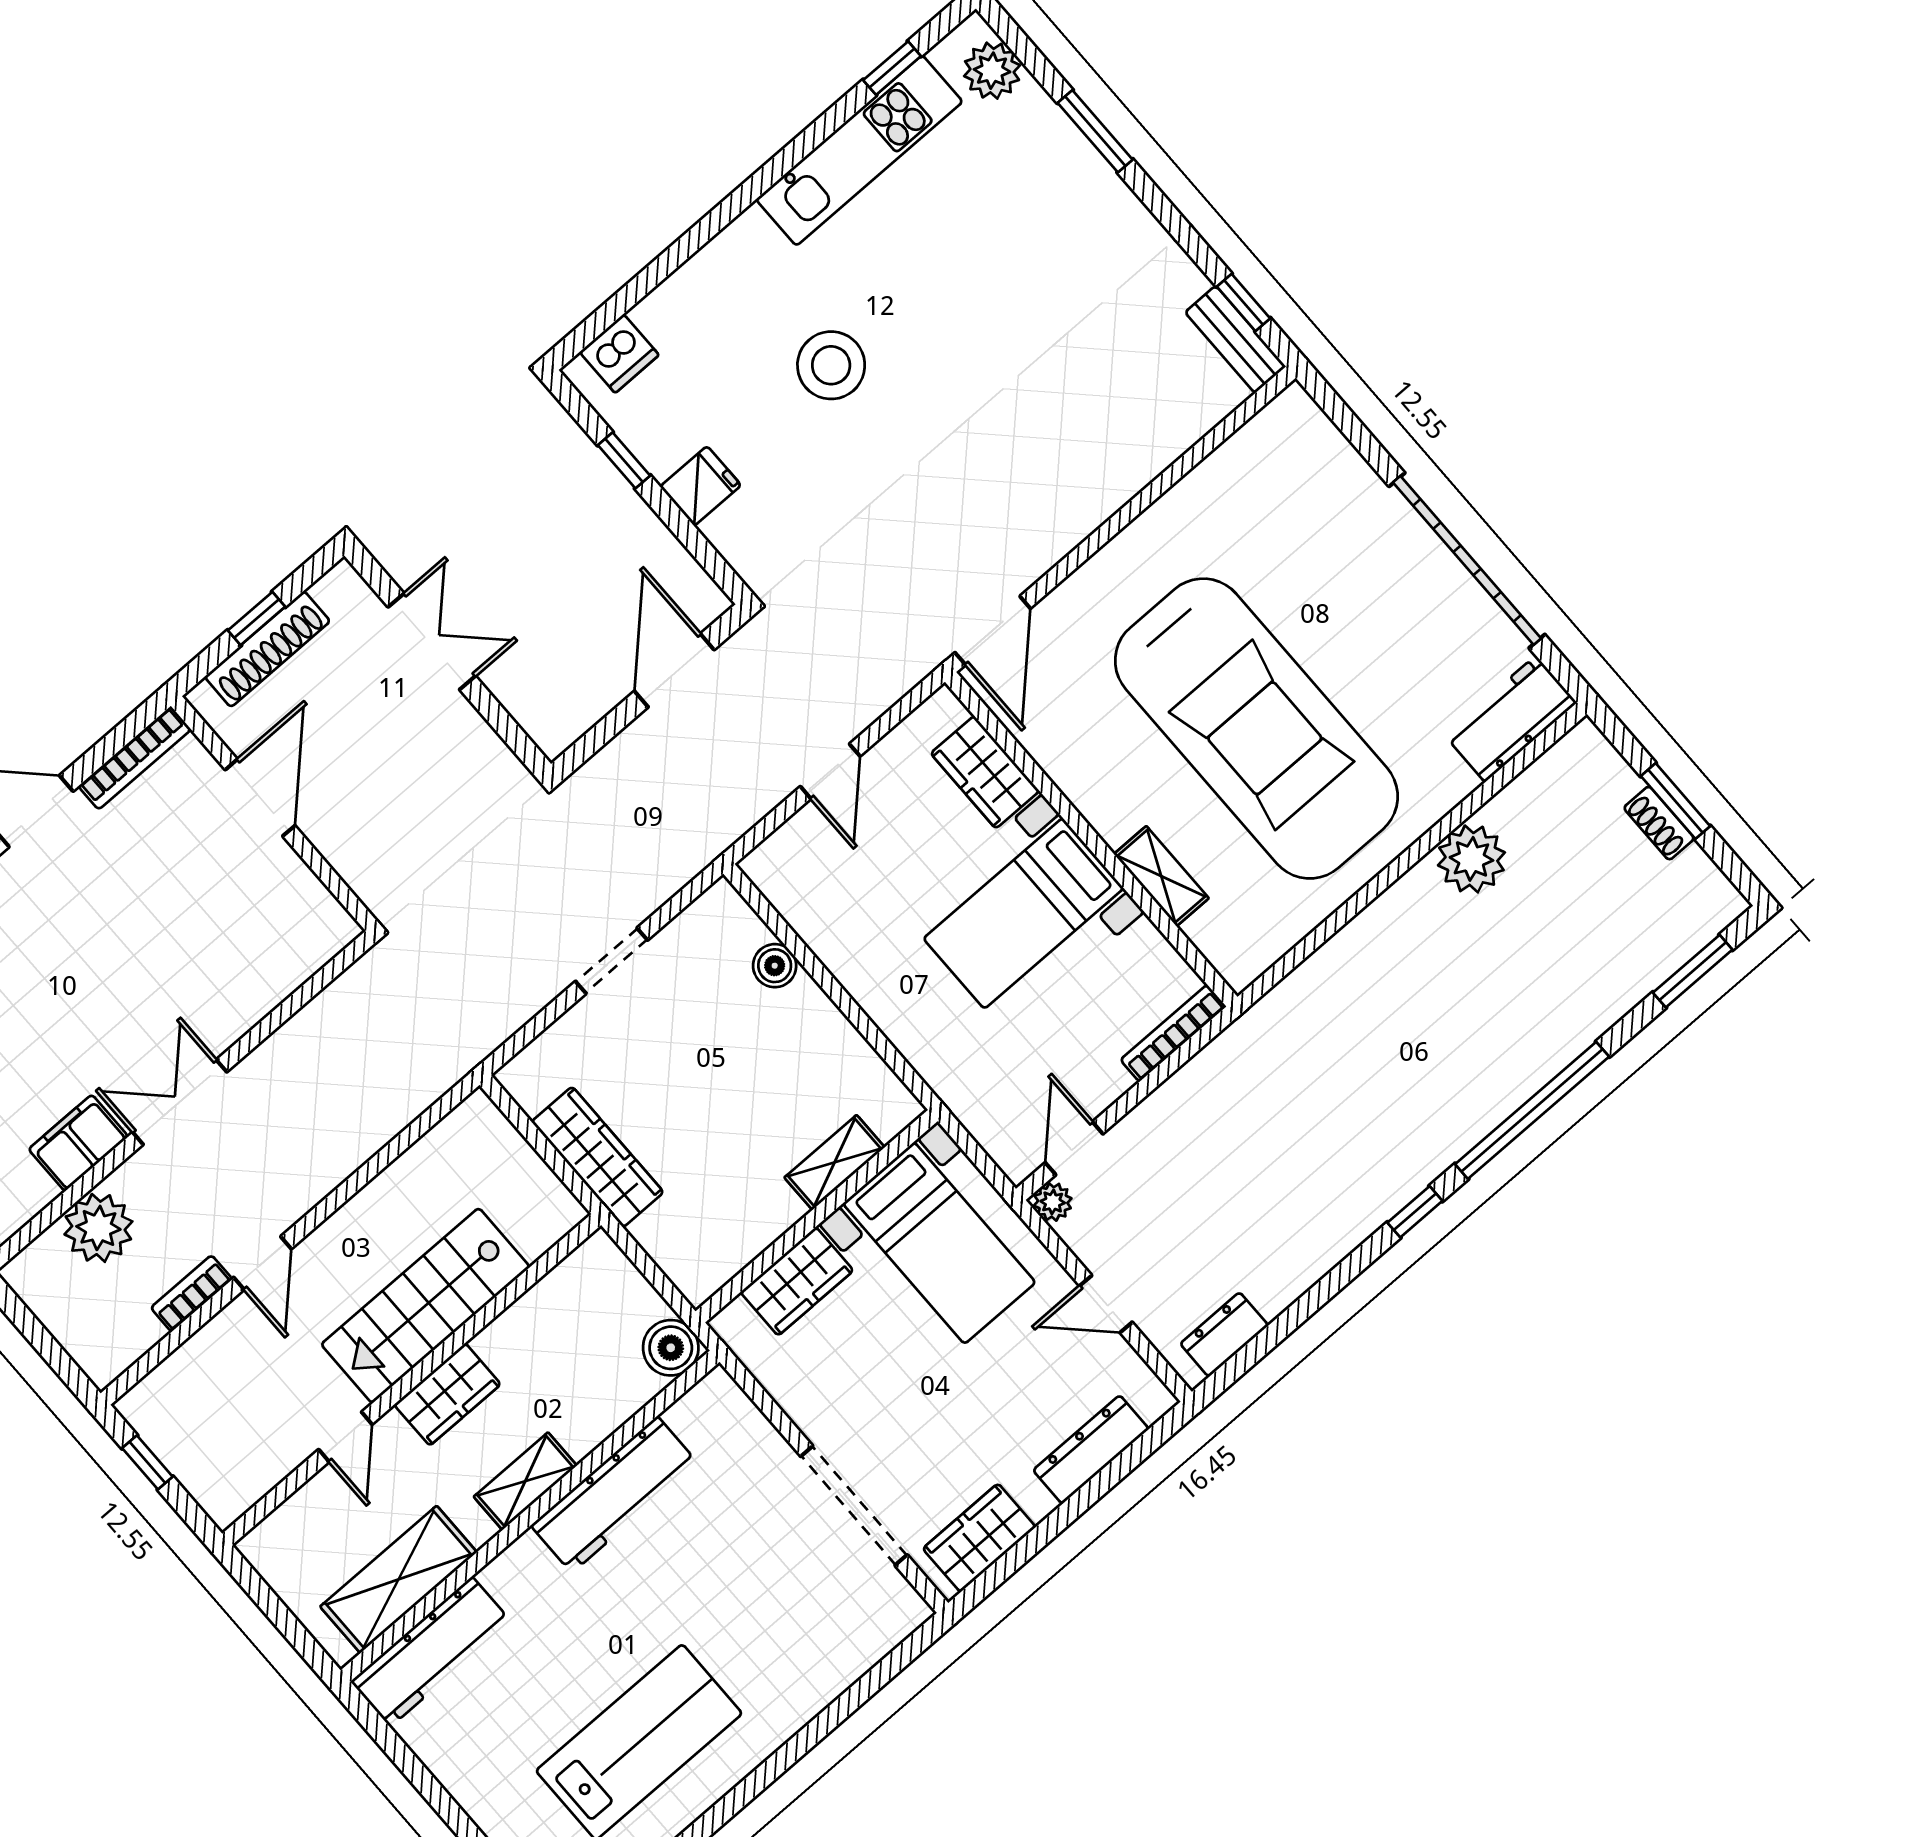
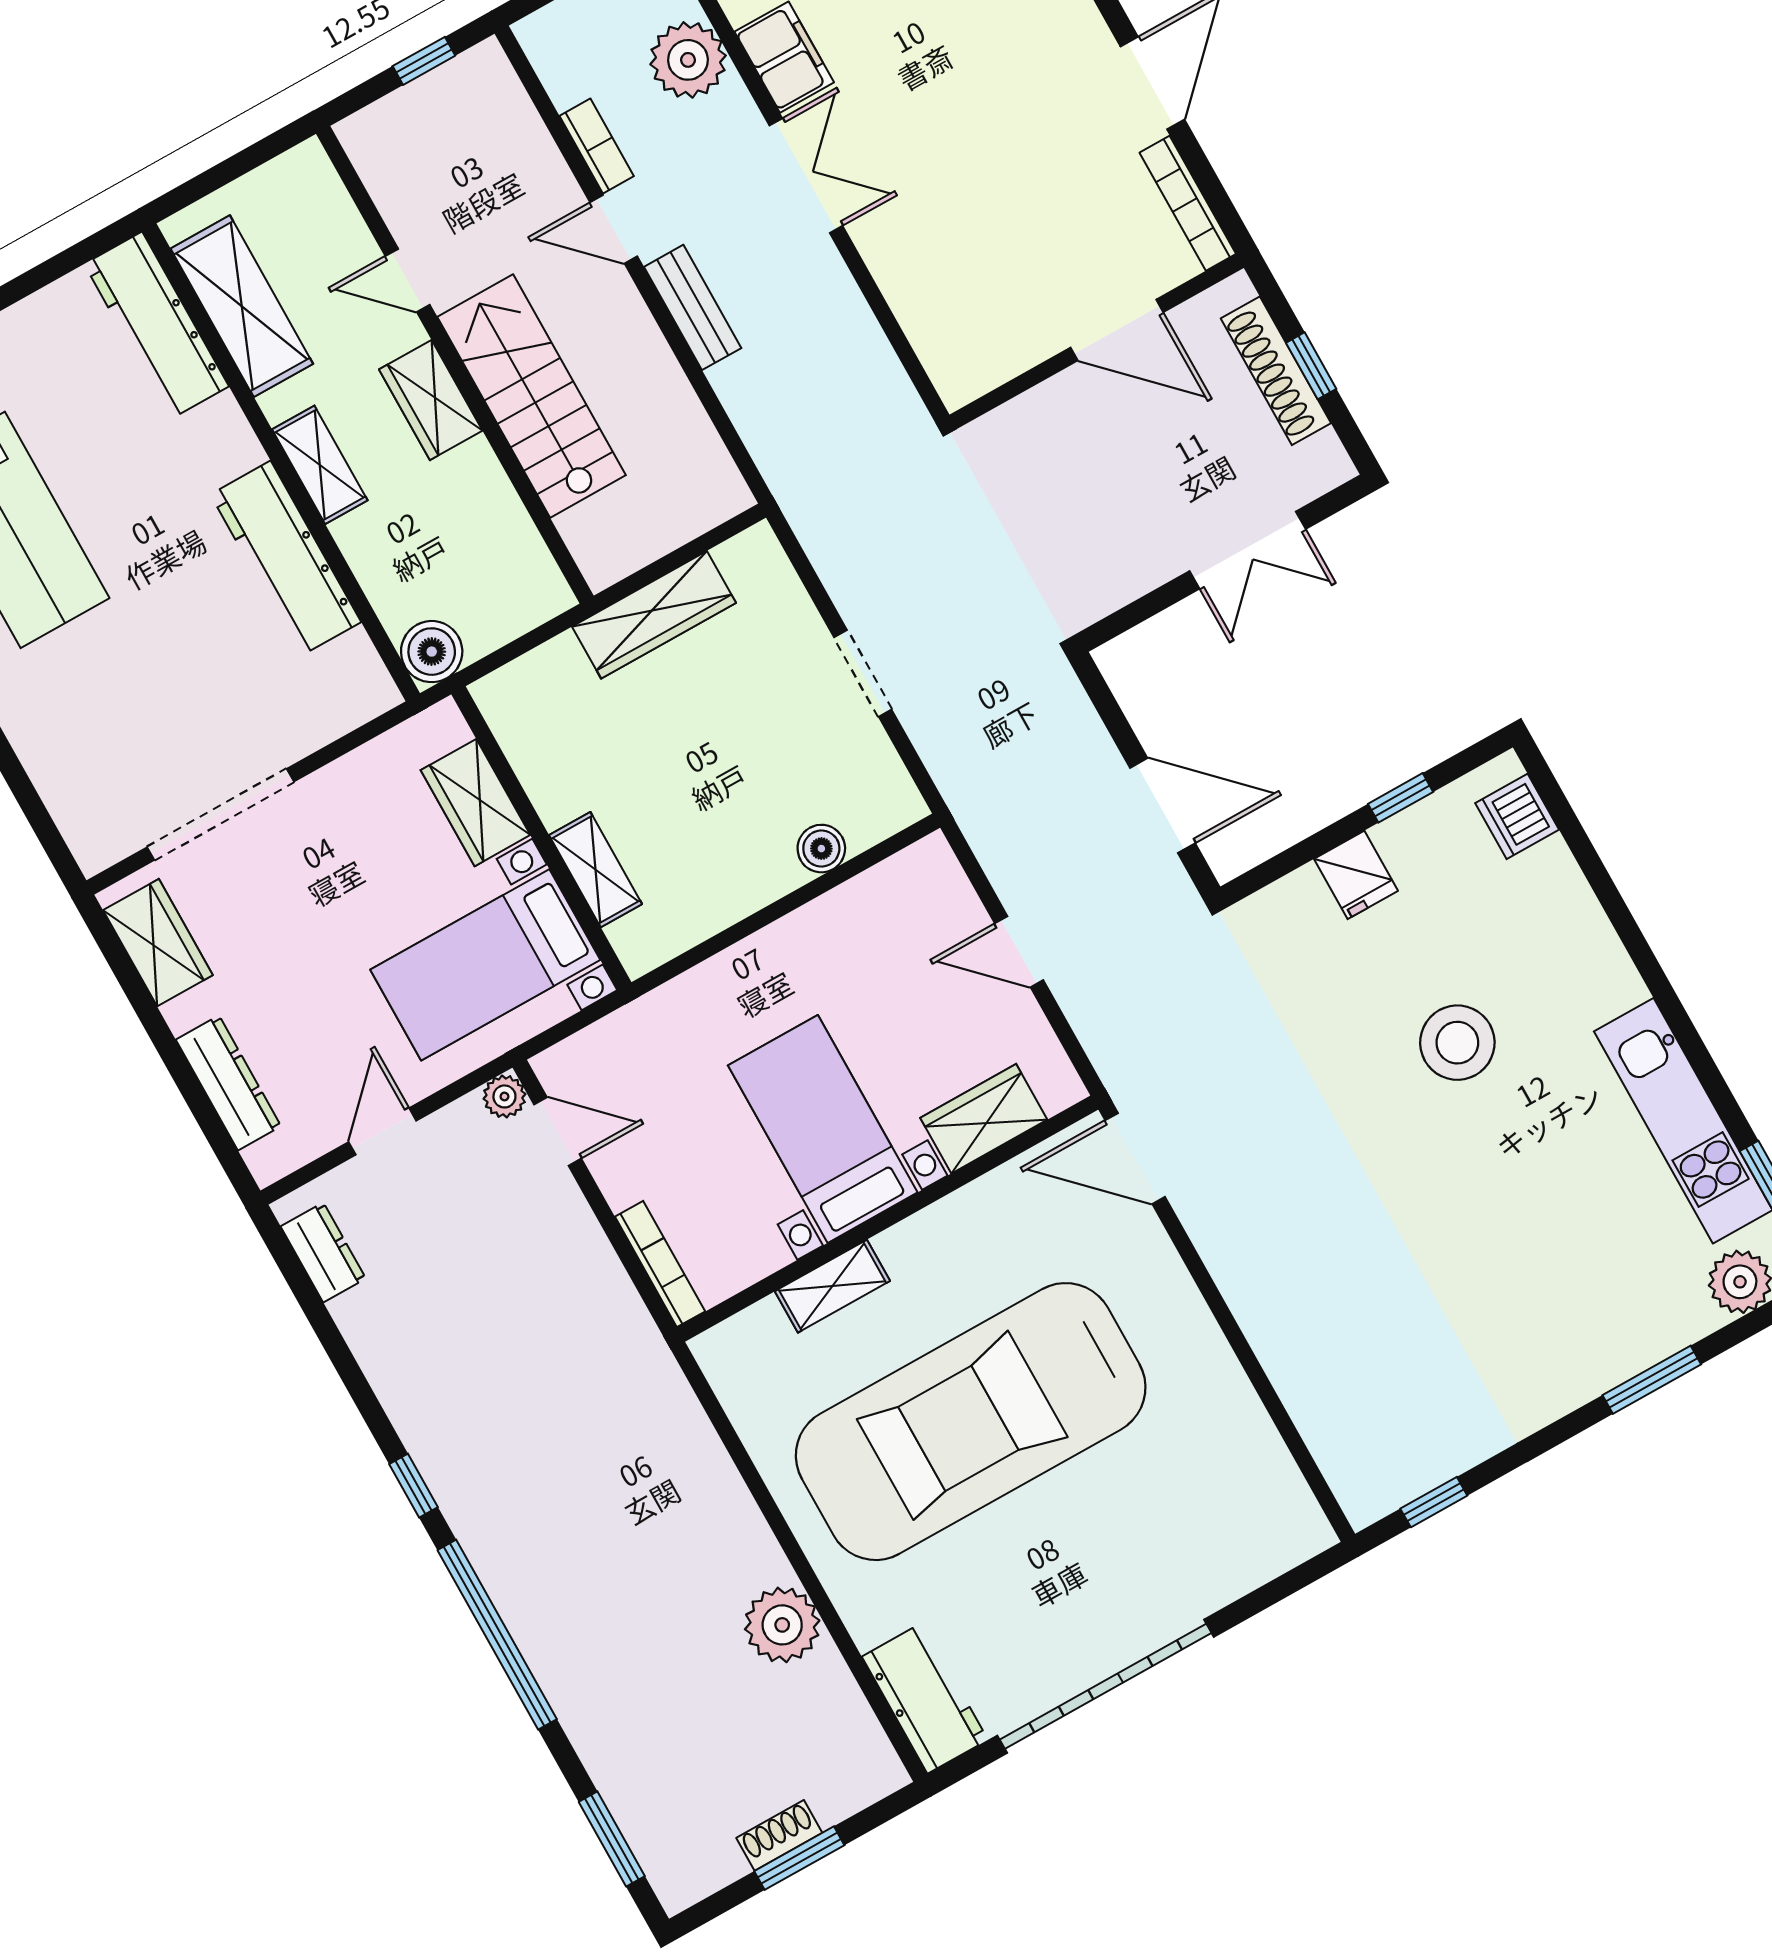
bench: (1235, 339) -> (693, 307), moved, turned 90

